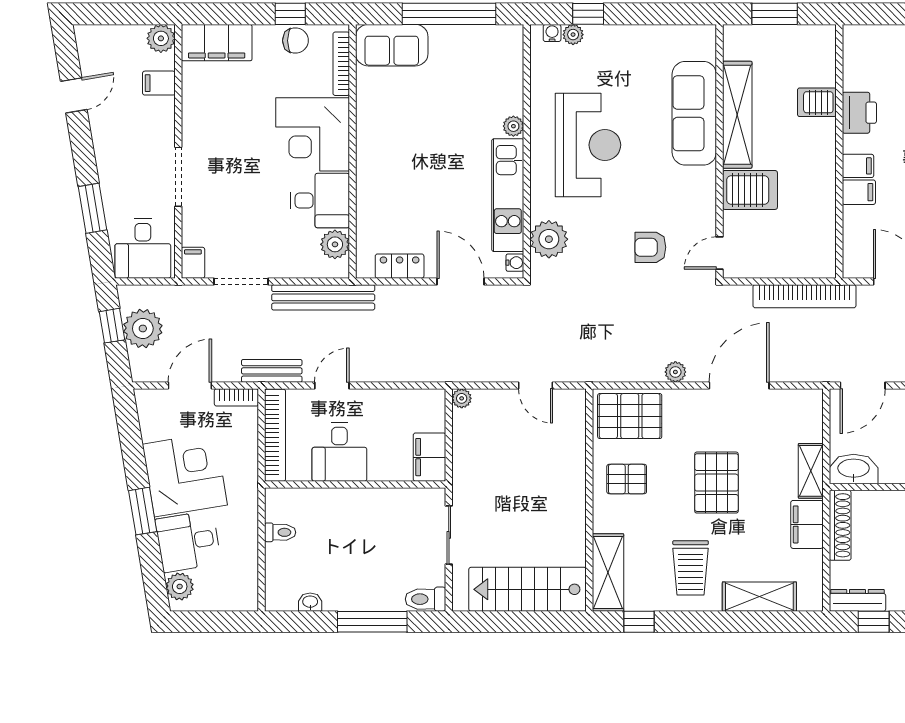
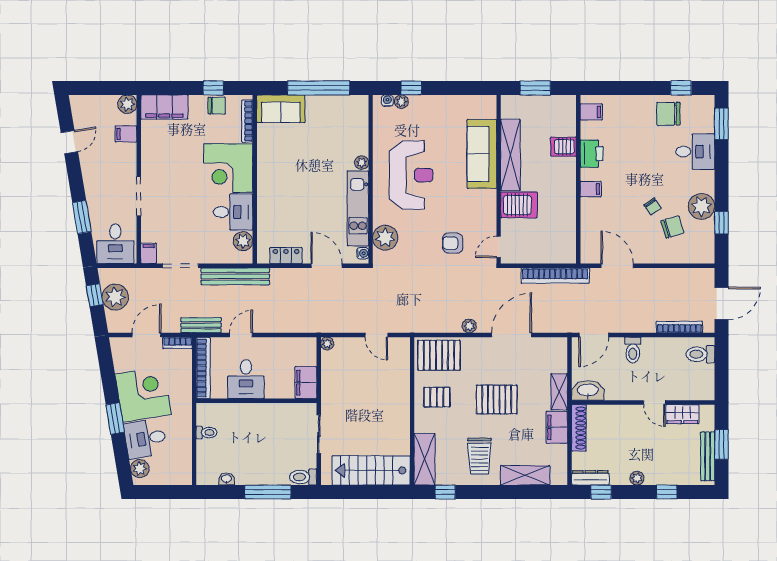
filing cabinet: (859, 192) -> (591, 112), moved
pallet: (716, 483) -> (497, 399), turned 90

